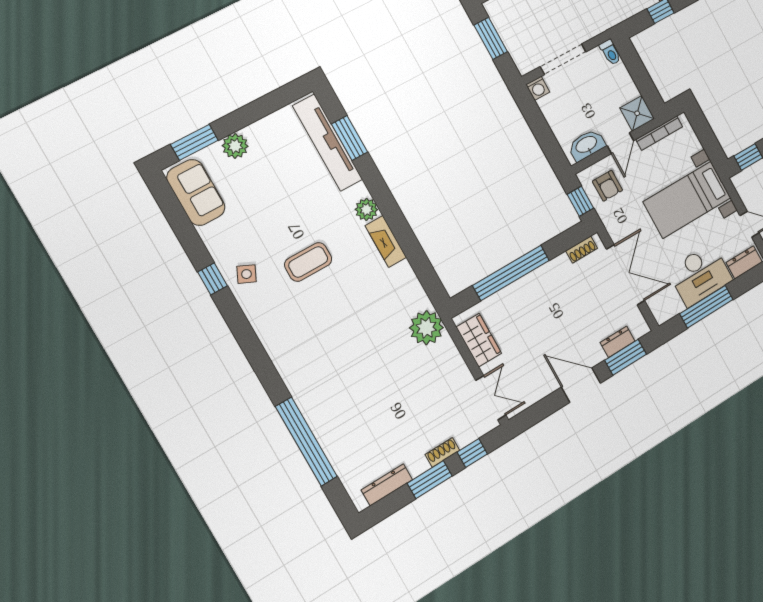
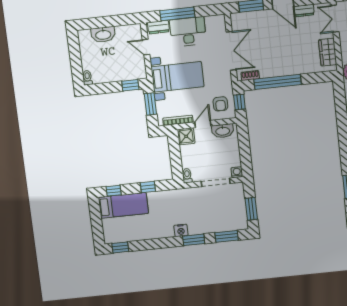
window: (709, 141) -> (150, 104), added
armchair: (607, 186) -> (220, 104), turned 180
window: (511, 273) -> (278, 82), moved
double door: (626, 275) -> (231, 51), swing flipped
window: (706, 307) -> (177, 14), moved
dresser: (618, 342) -> (304, 11), moved

